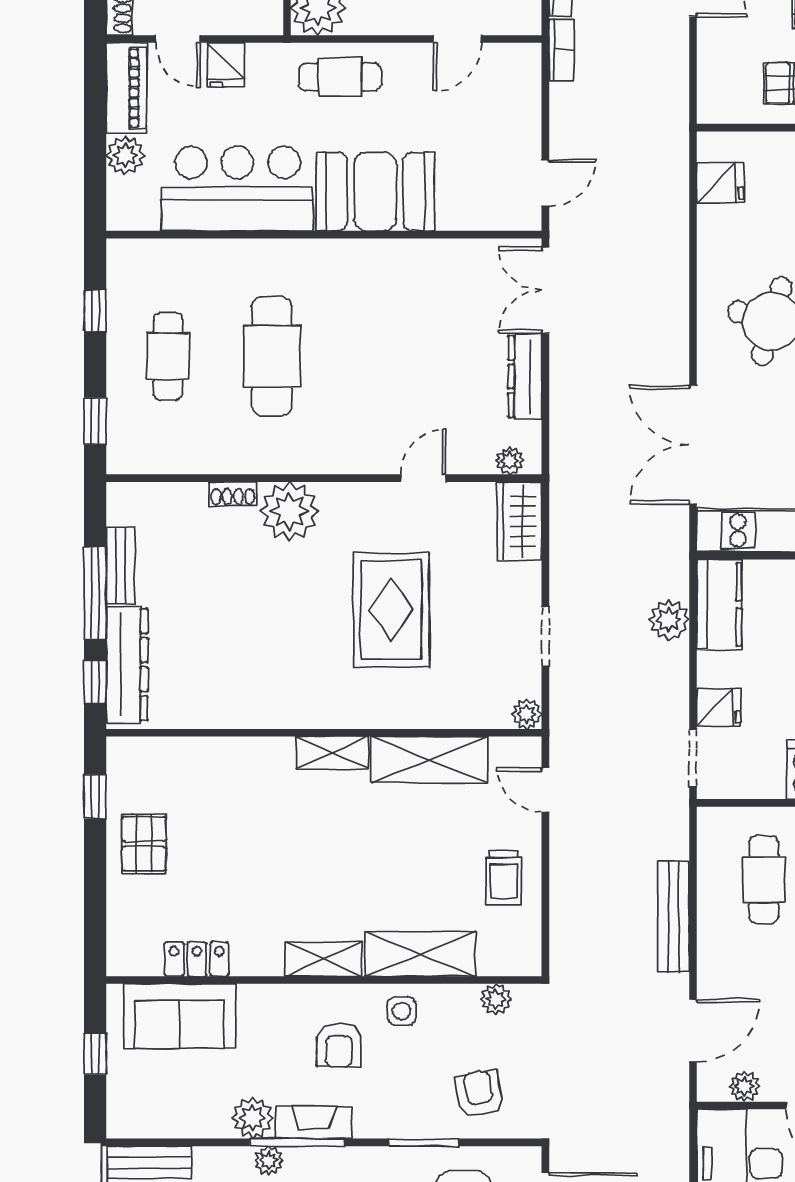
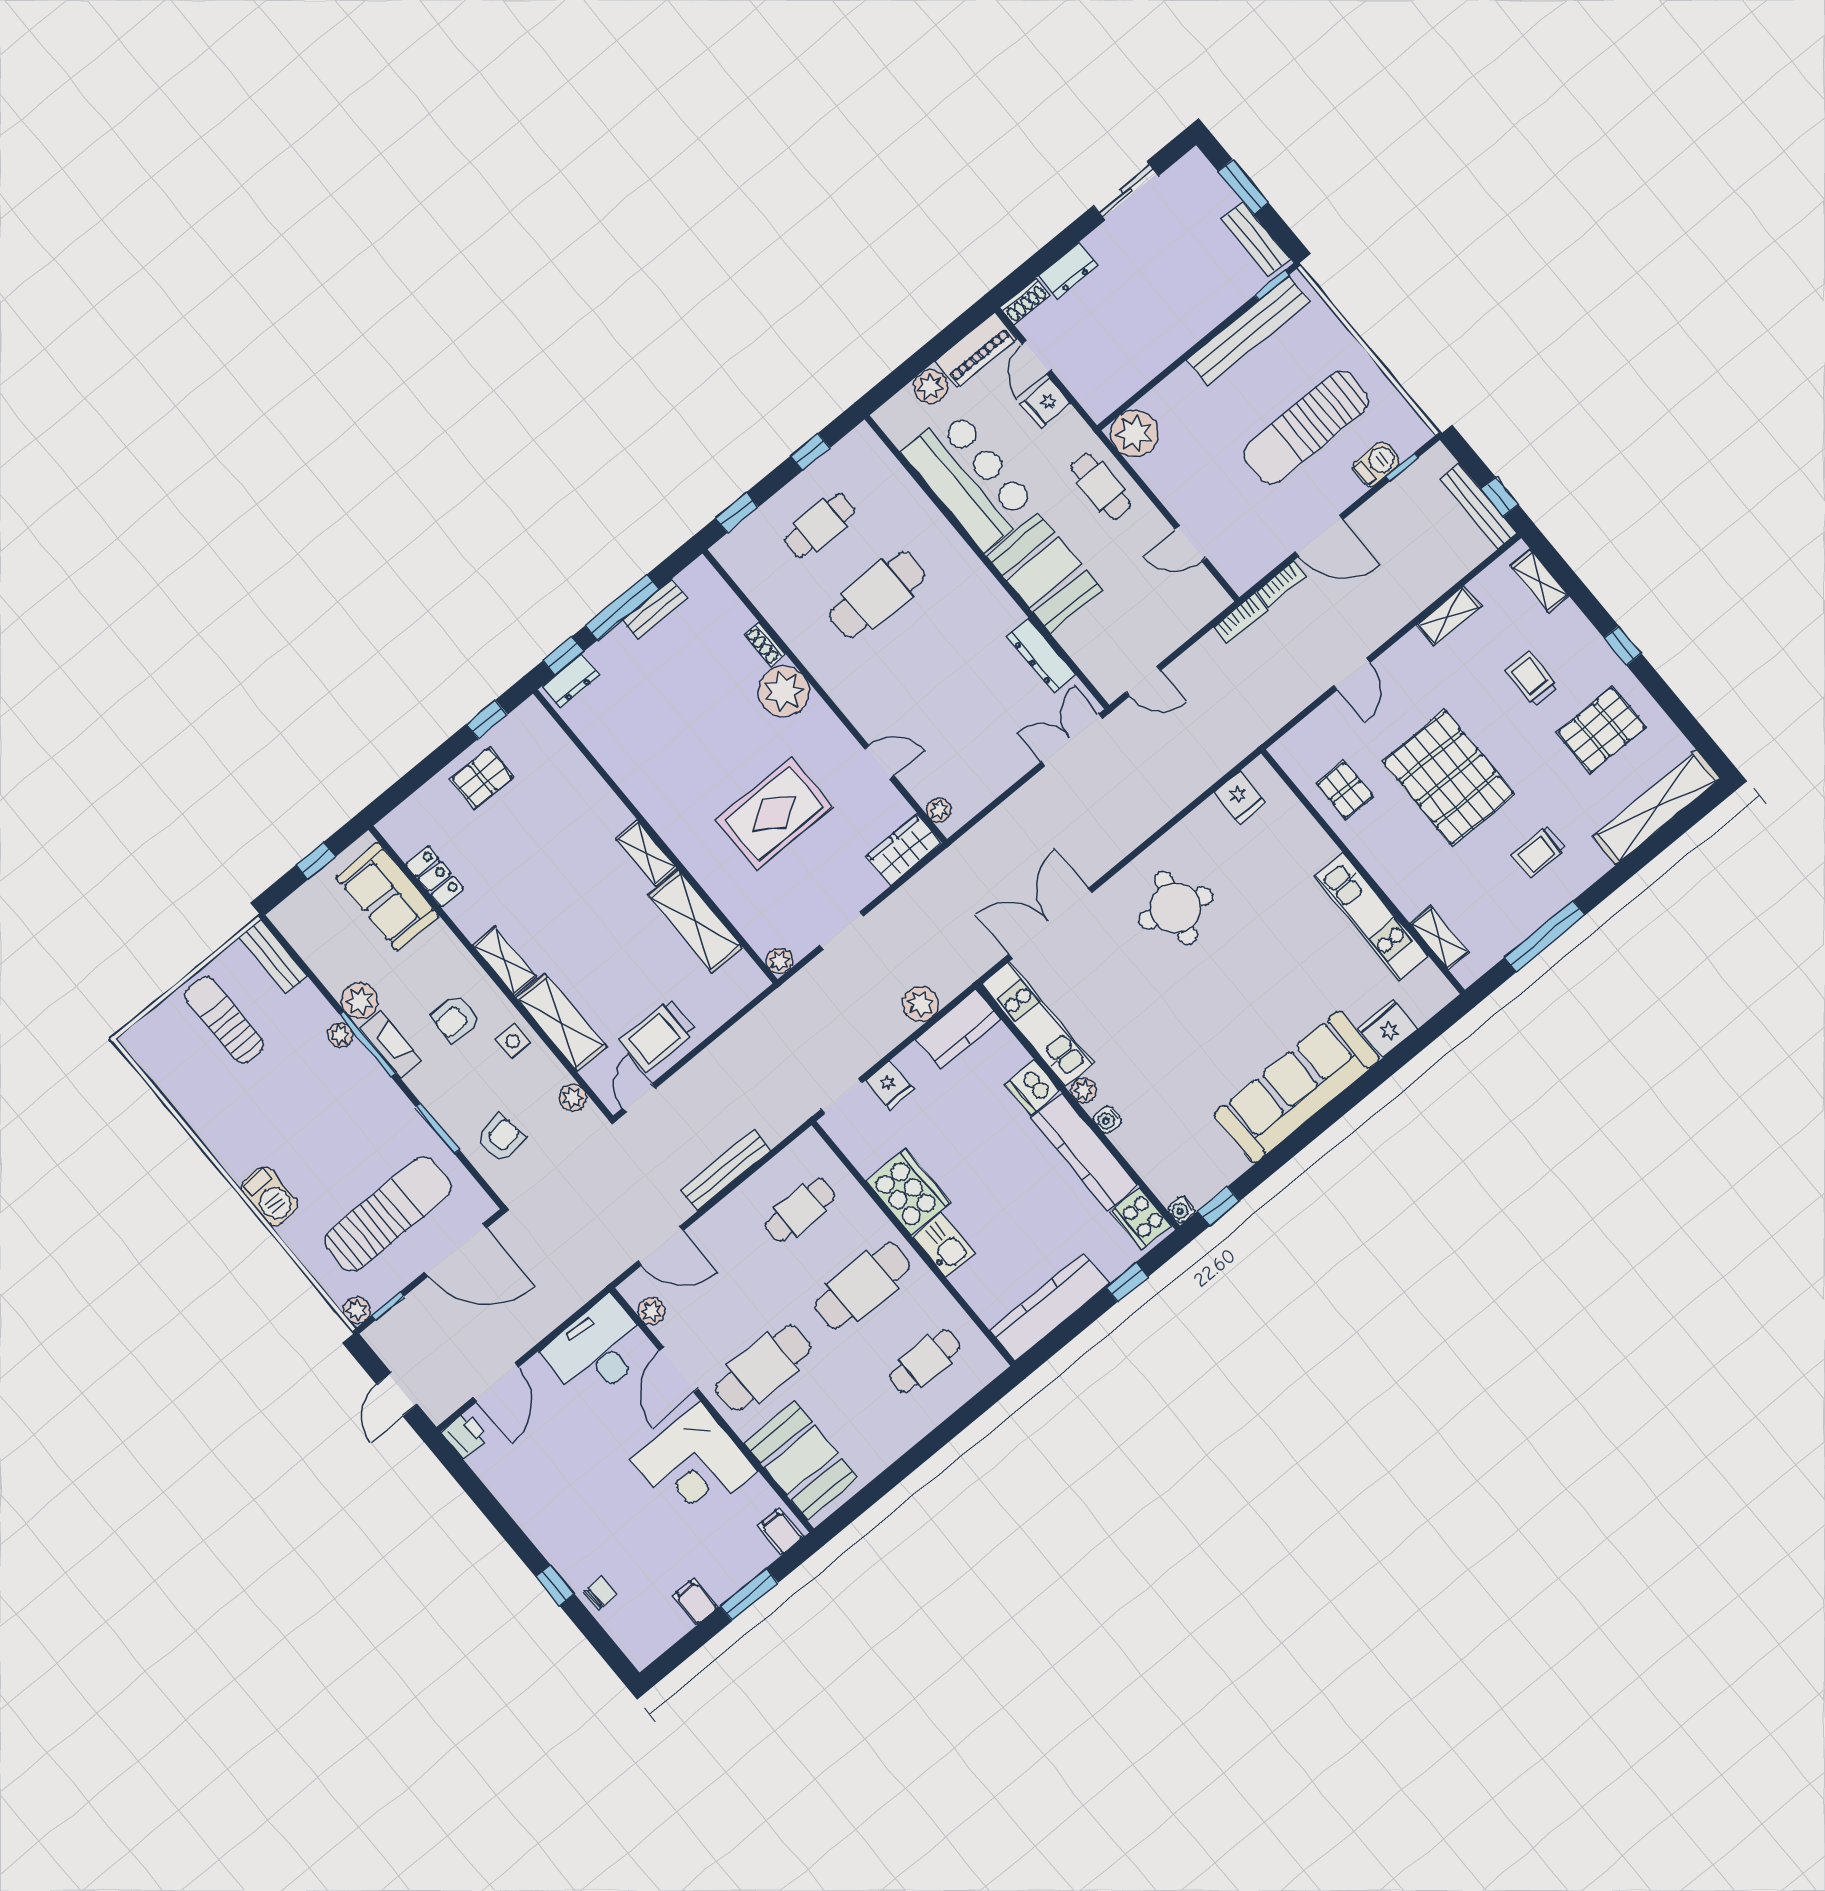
dresser: (525, 376) -> (1041, 655), moved, turned -90
dresser: (127, 665) -> (571, 681), width x0.51, depth x0.80
door: (545, 790) -> (639, 1098), moved
trolley: (504, 877) -> (658, 1036), width x1.36, depth x1.39

